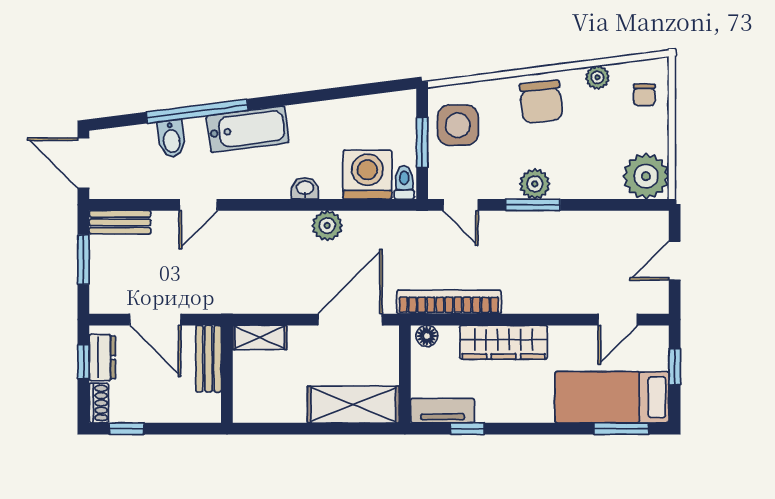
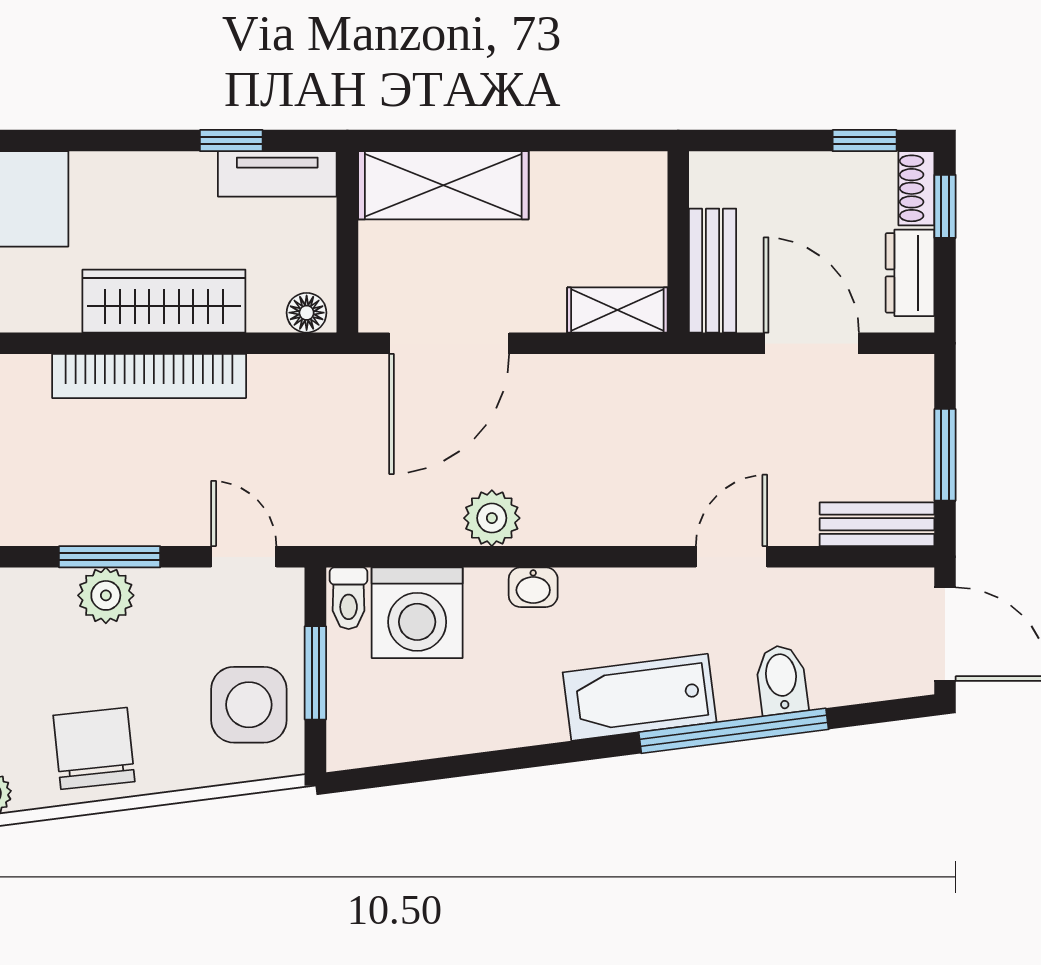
bookcase: (449, 302) -> (149, 376), moved
window: (83, 362) -> (945, 206), moved

